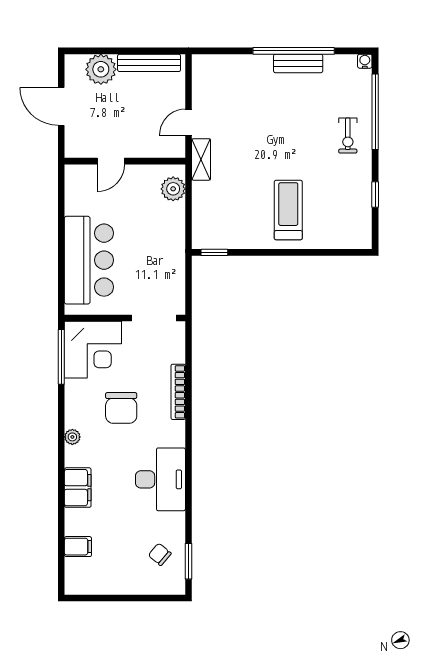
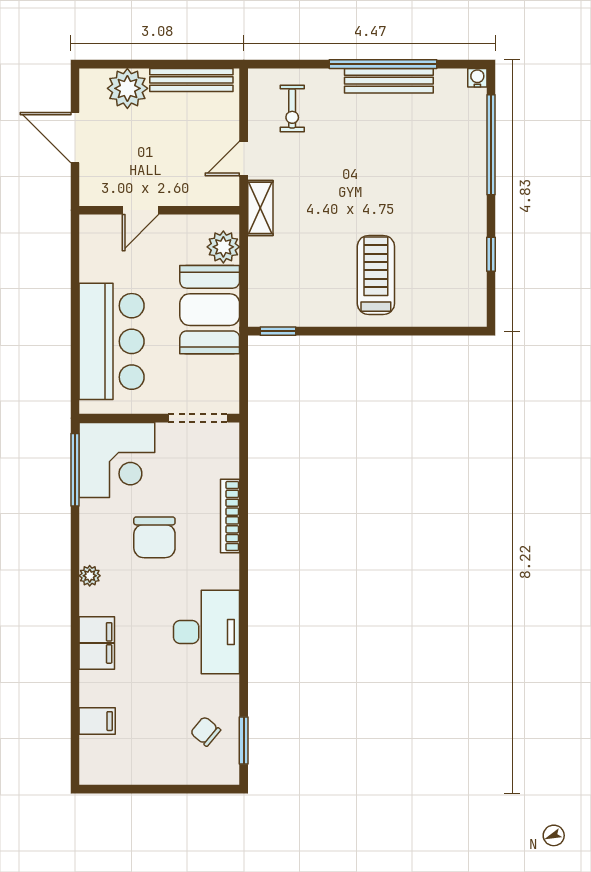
bench: (298, 63) -> (389, 81), width x1.36
exercise bike: (348, 136) -> (292, 108), moved
booth: (163, 236) -> (210, 310), added

